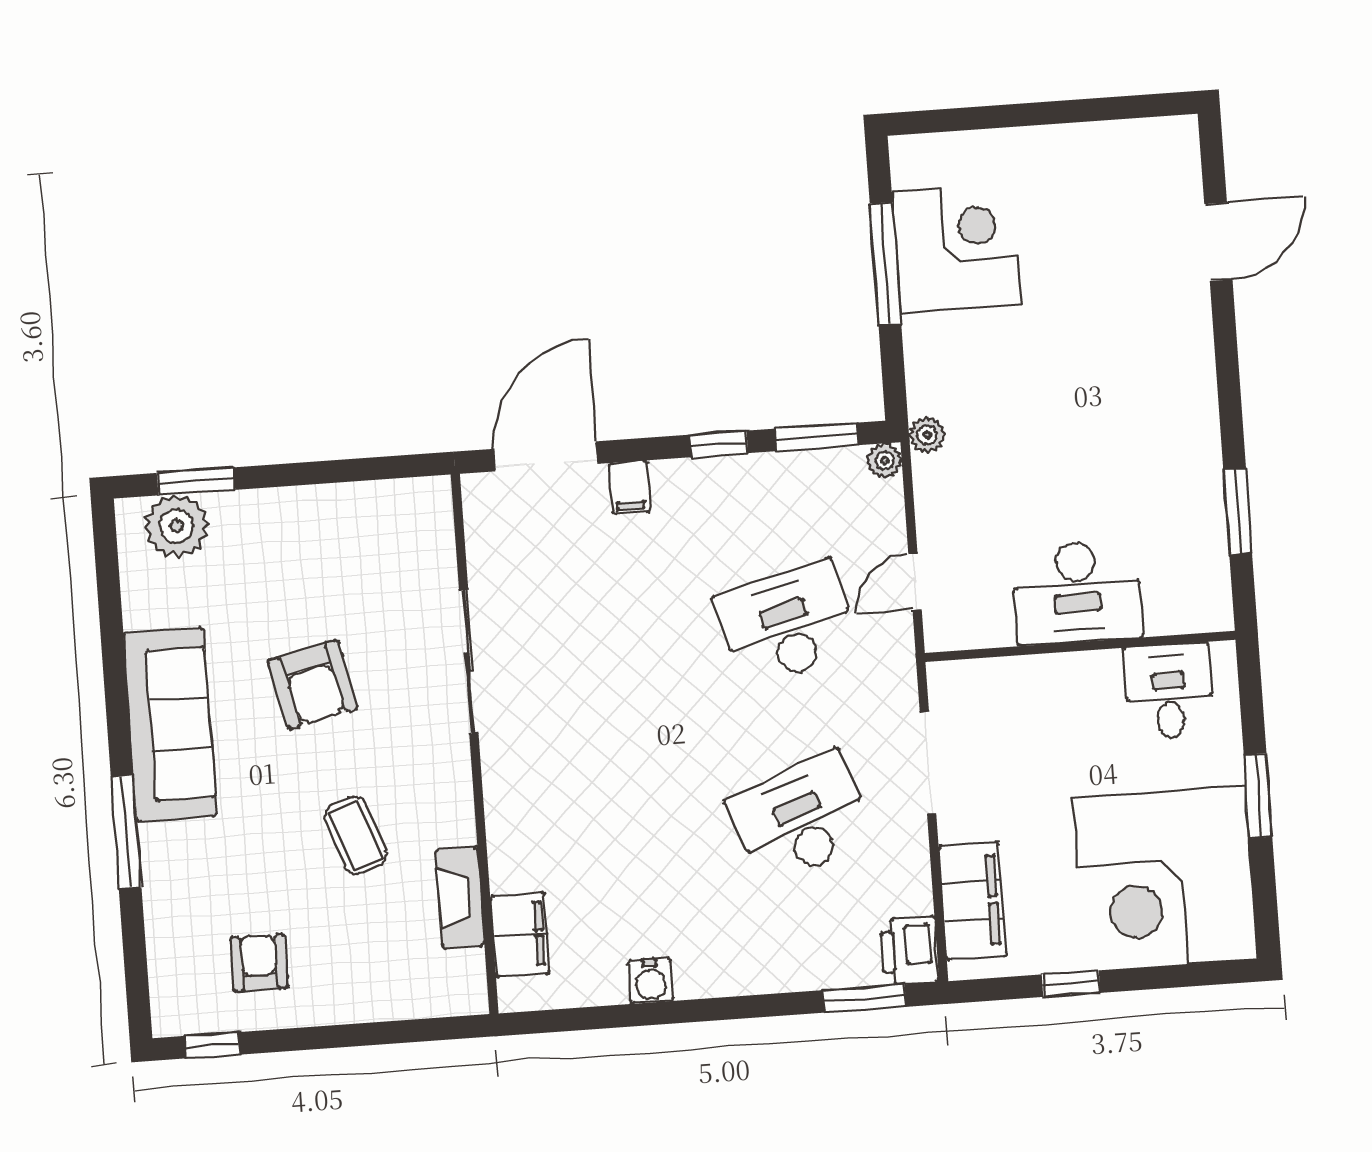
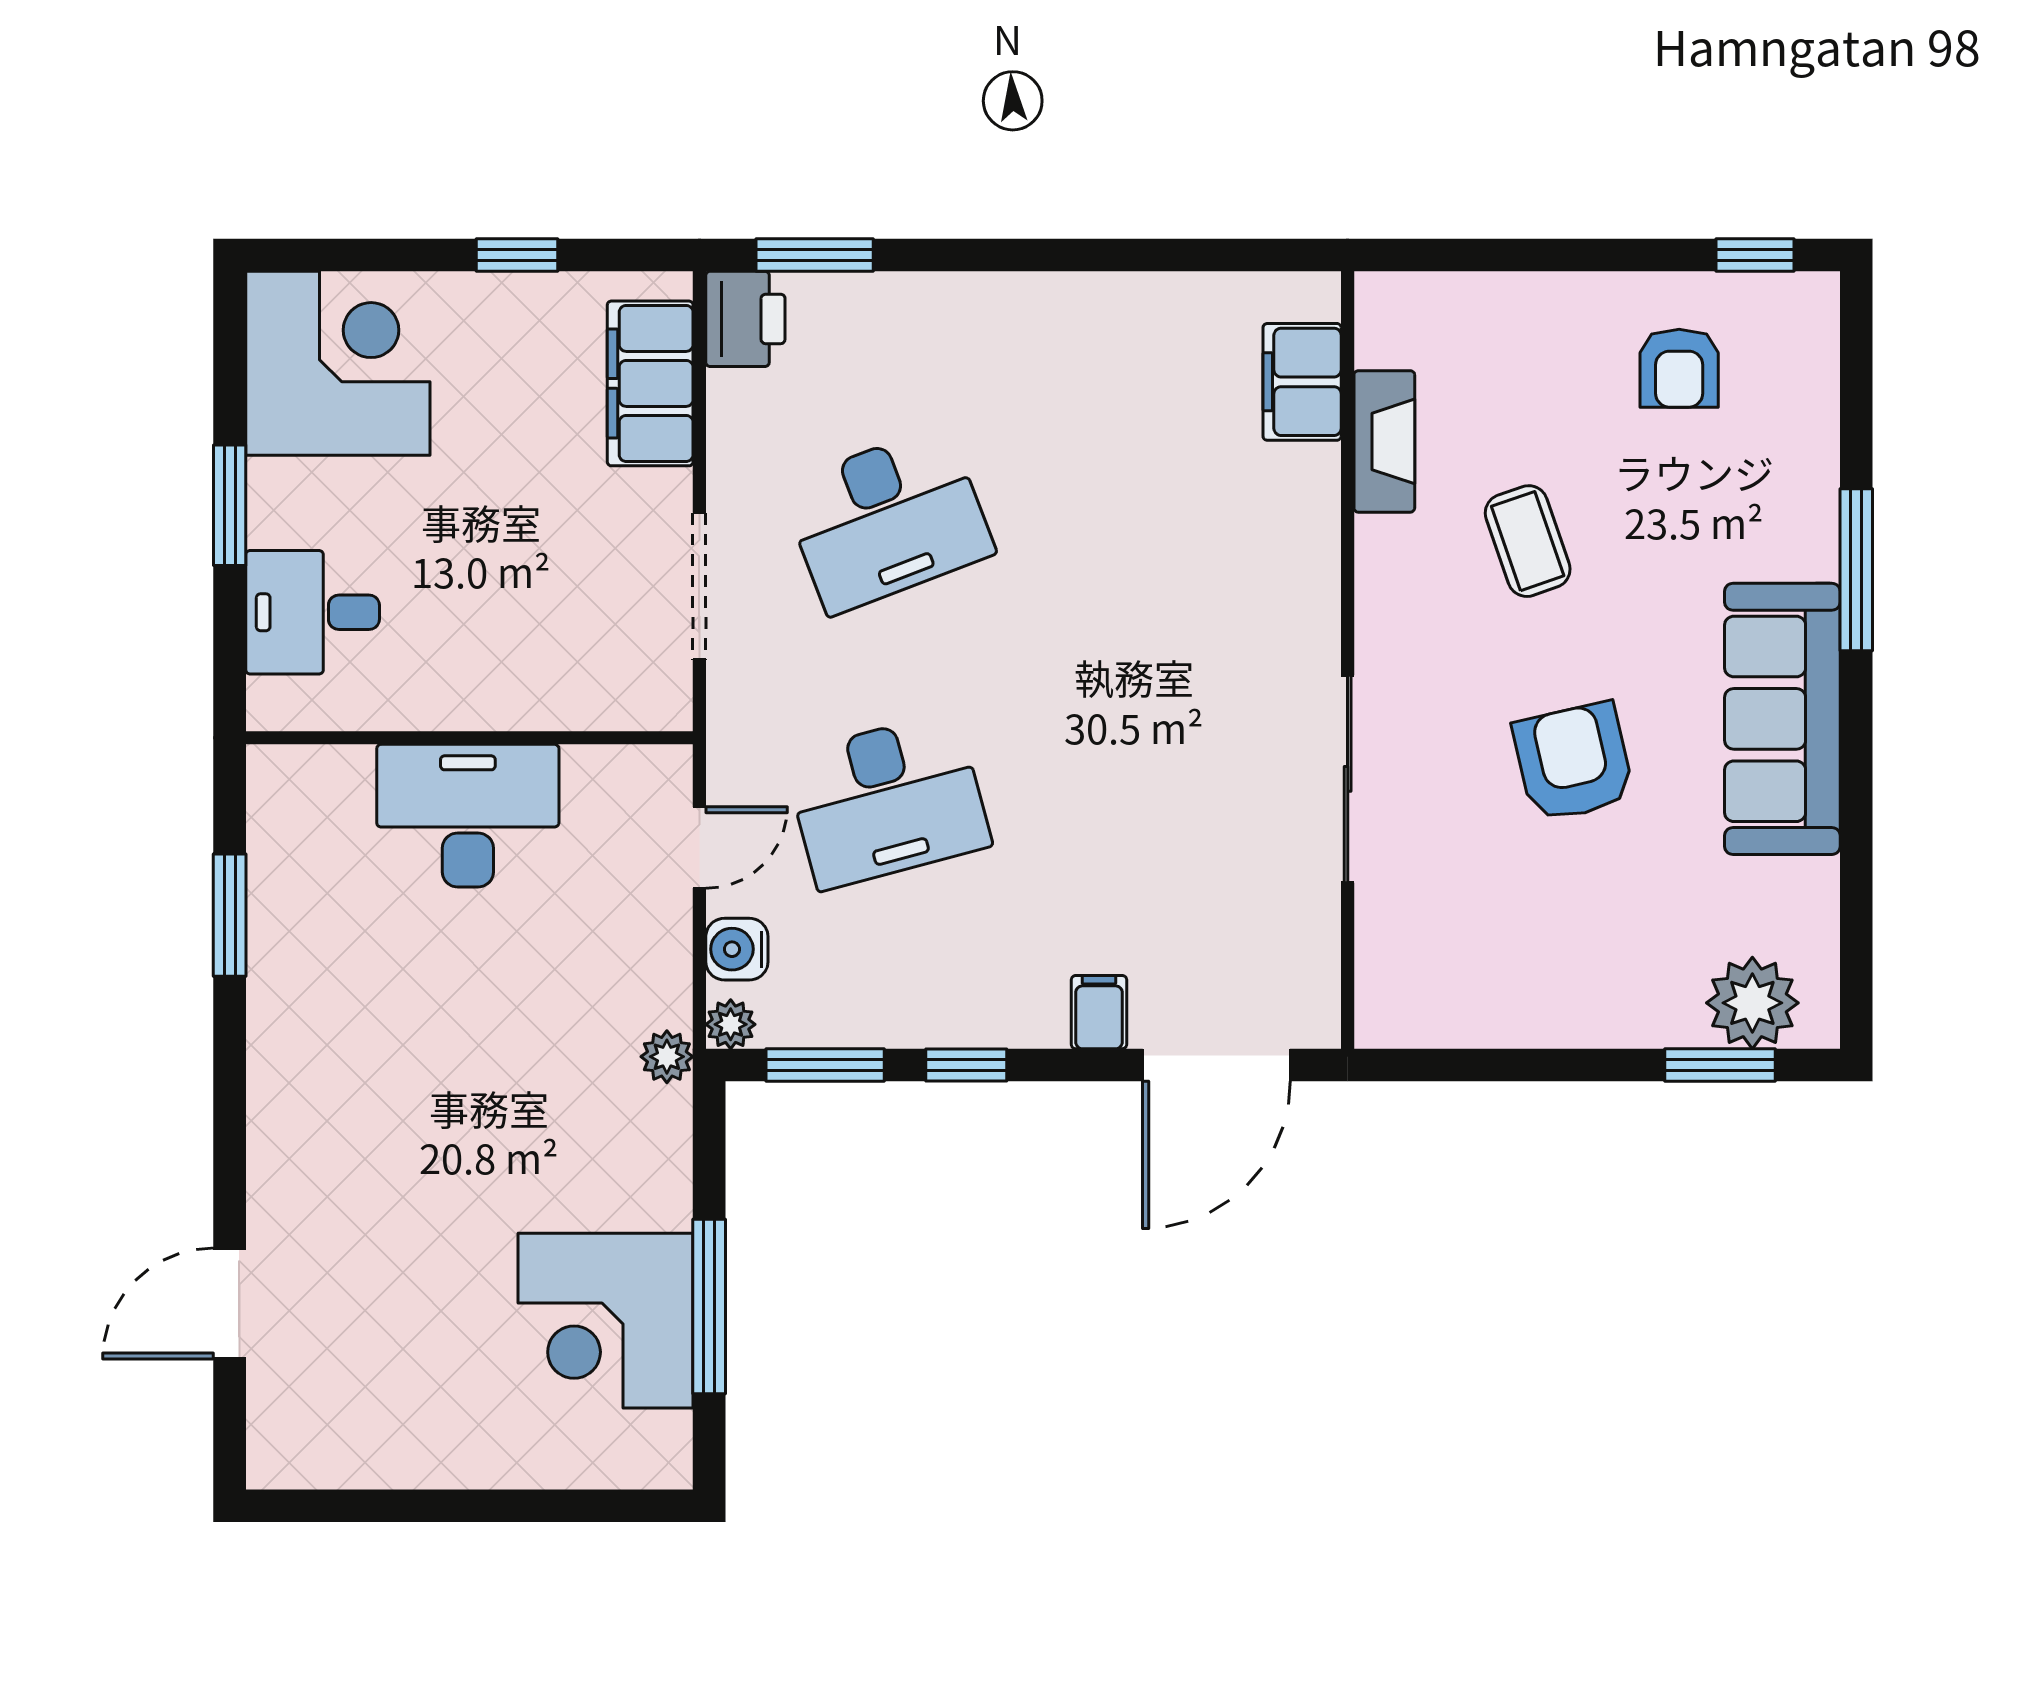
desk: (1169, 691) -> (313, 612), moved, turned 90
corner desk: (1165, 878) -> (338, 363), width x0.74, depth x0.74
water cooler: (651, 981) -> (737, 949), moved, turned -90

